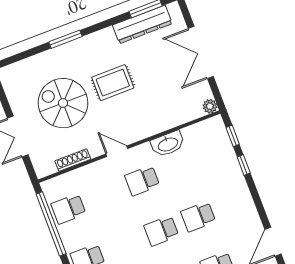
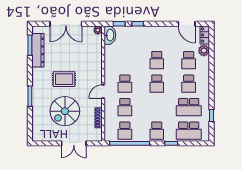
rug: (113, 83) -> (64, 79), turned 90
washbasin: (168, 144) -> (110, 35), moved
school desk: (105, 195) -> (125, 107), added

